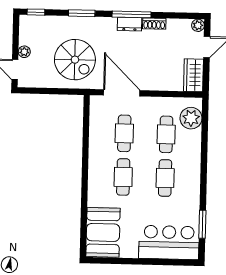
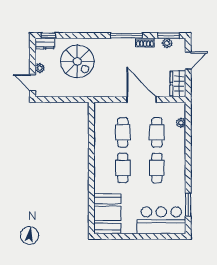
window: (82, 13) -> (169, 36), moved
dresser: (129, 24) -> (45, 44), moved
plant: (198, 25) -> (167, 43), moved
spiral stairs: (75, 60) -> (77, 61), moved
door: (122, 93) -> (142, 100), moved
plant: (191, 118) -> (181, 123), width x0.53, depth x0.53

